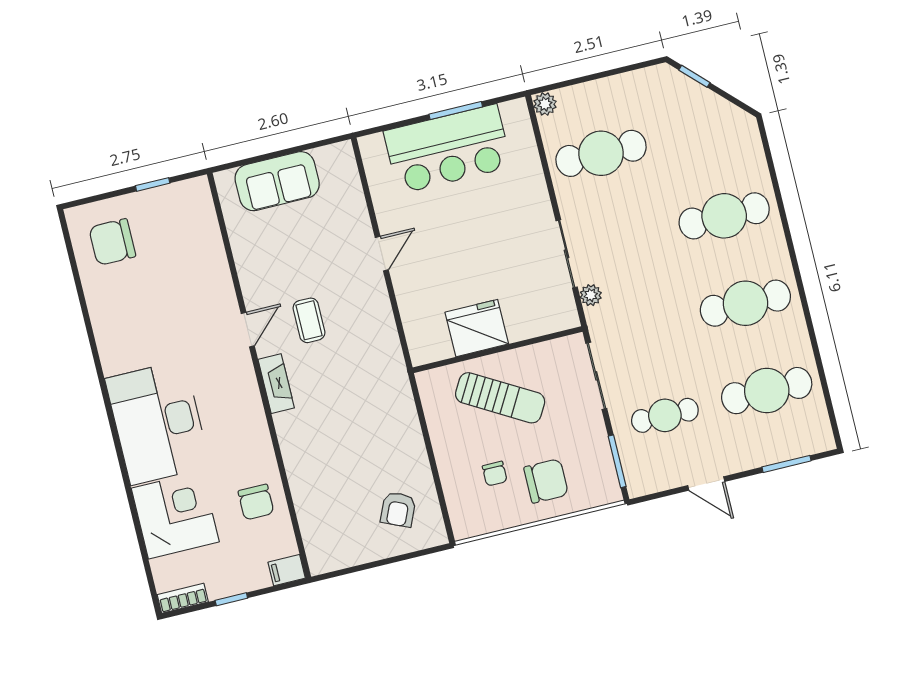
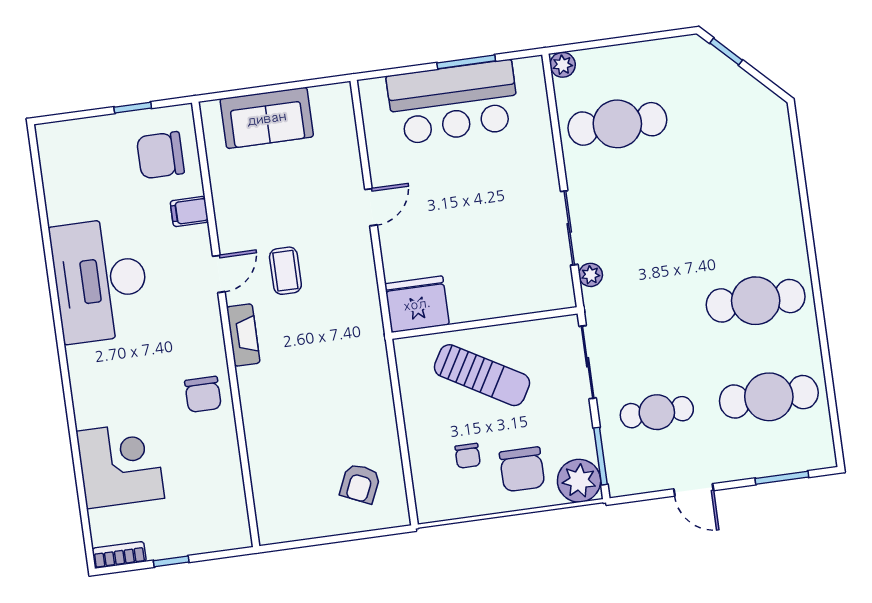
cafe table: (724, 216) -> (742, 205), removed
chair: (112, 242) -> (160, 155), moved
fridge: (477, 328) -> (417, 304), moved
desk: (158, 423) -> (100, 280), moved
chair: (546, 481) -> (522, 469), turned 90
plant: (600, 486) -> (579, 481), added
chair: (256, 502) -> (203, 394), moved
filing cabinet: (287, 570) -> (189, 212), moved

